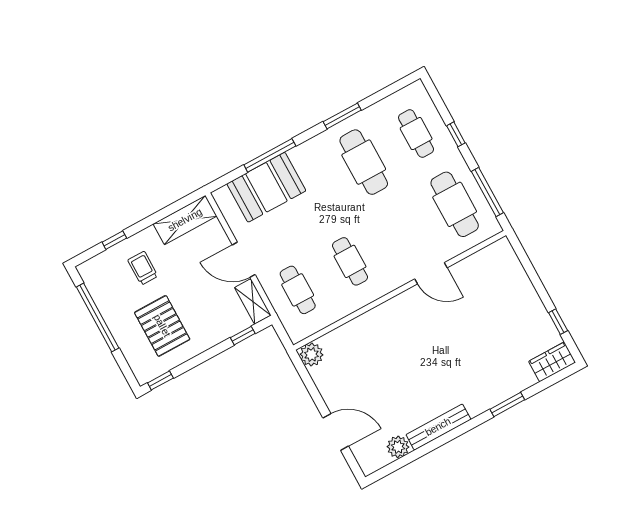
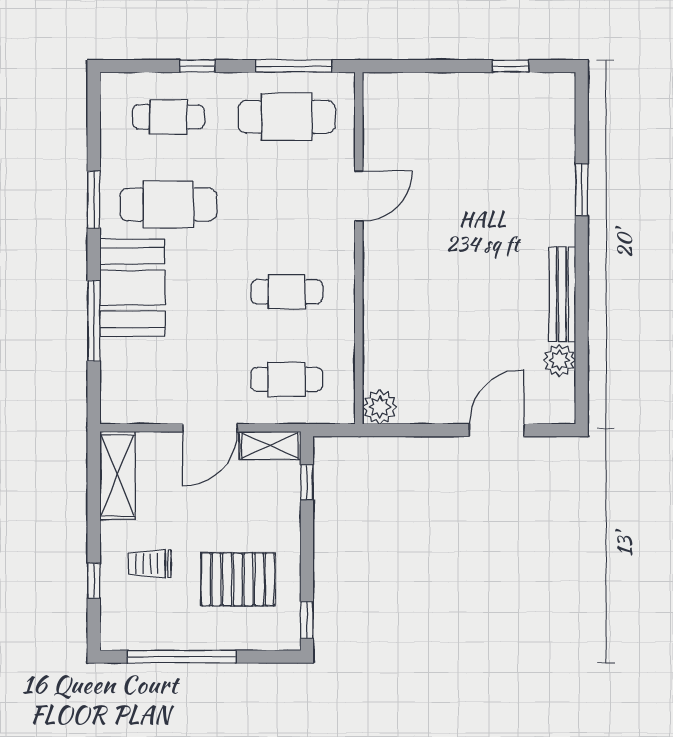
booth: (266, 187) -> (132, 288), moved
wardrobe: (552, 362) -> (558, 102), removed

